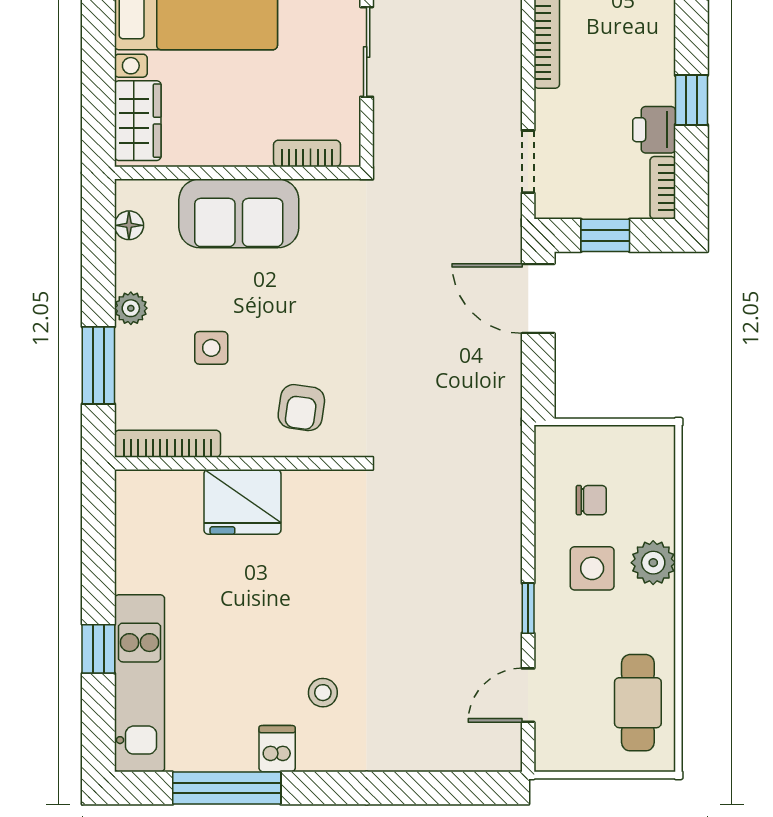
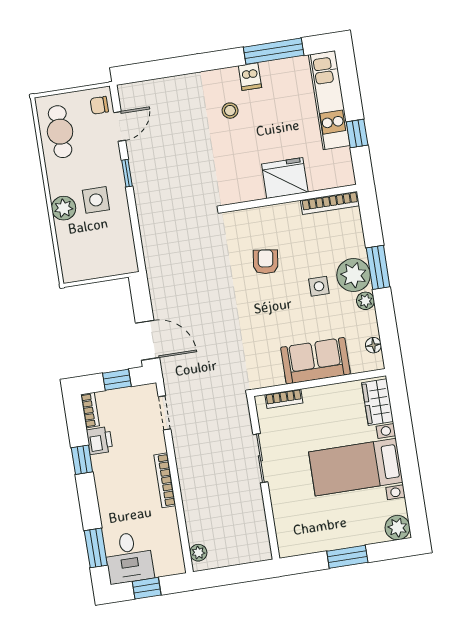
plant: (145, 358) -> (354, 275), added
bookcase: (167, 444) -> (330, 203), moved
wall: (238, 463) -> (291, 198), moved
chair: (591, 500) -> (99, 105), moved
fridge: (242, 502) -> (285, 178), moved
window: (98, 649) -> (357, 133), moved

